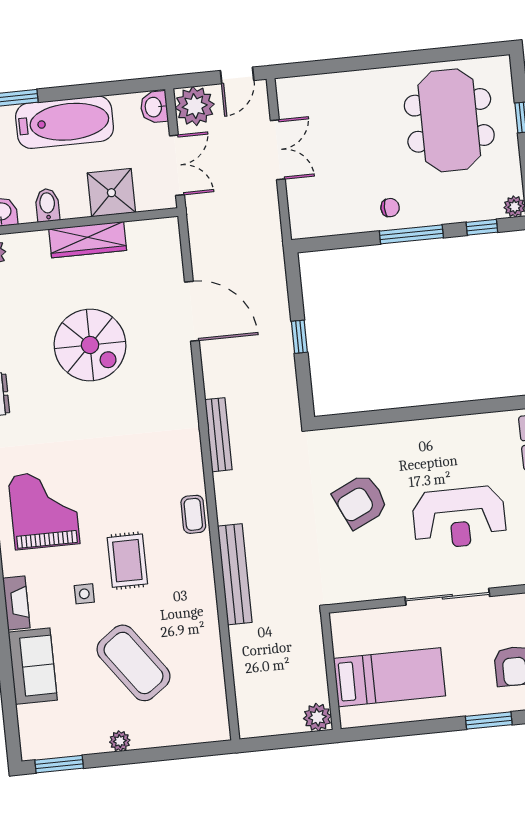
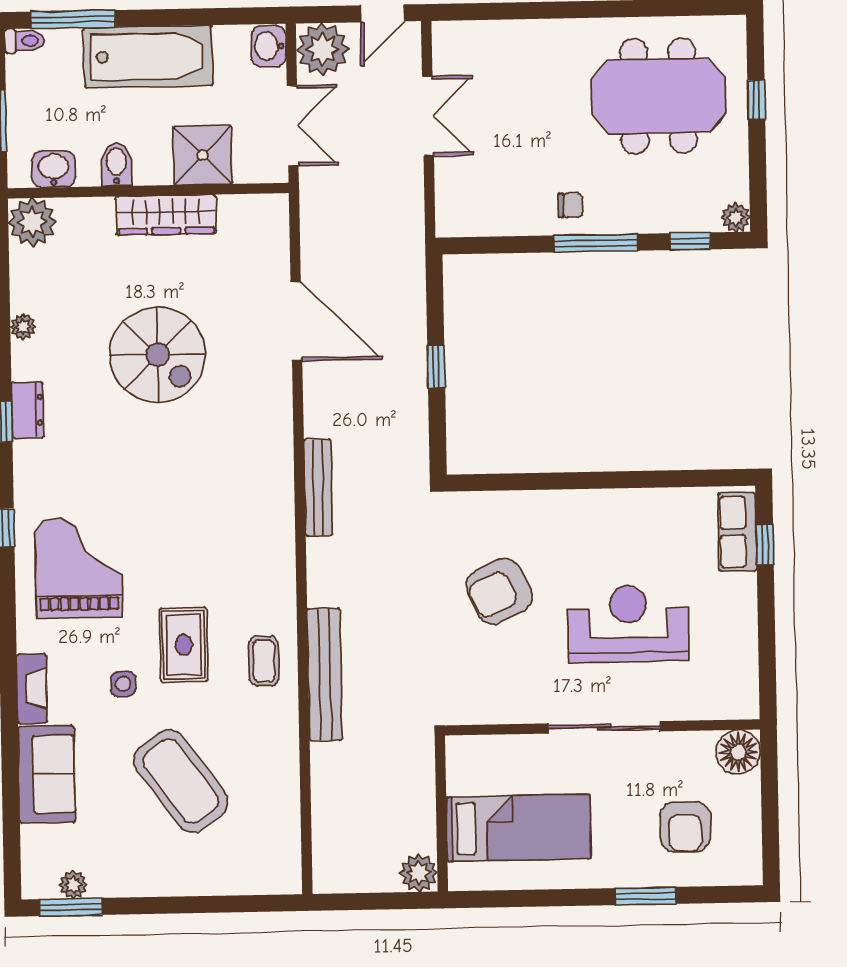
meeting table: (449, 120) -> (659, 96), turned 90
coffee table: (193, 514) -> (264, 661), moved
reception desk: (459, 518) -> (628, 624), turned 180
plant: (120, 741) -> (73, 885), moved

